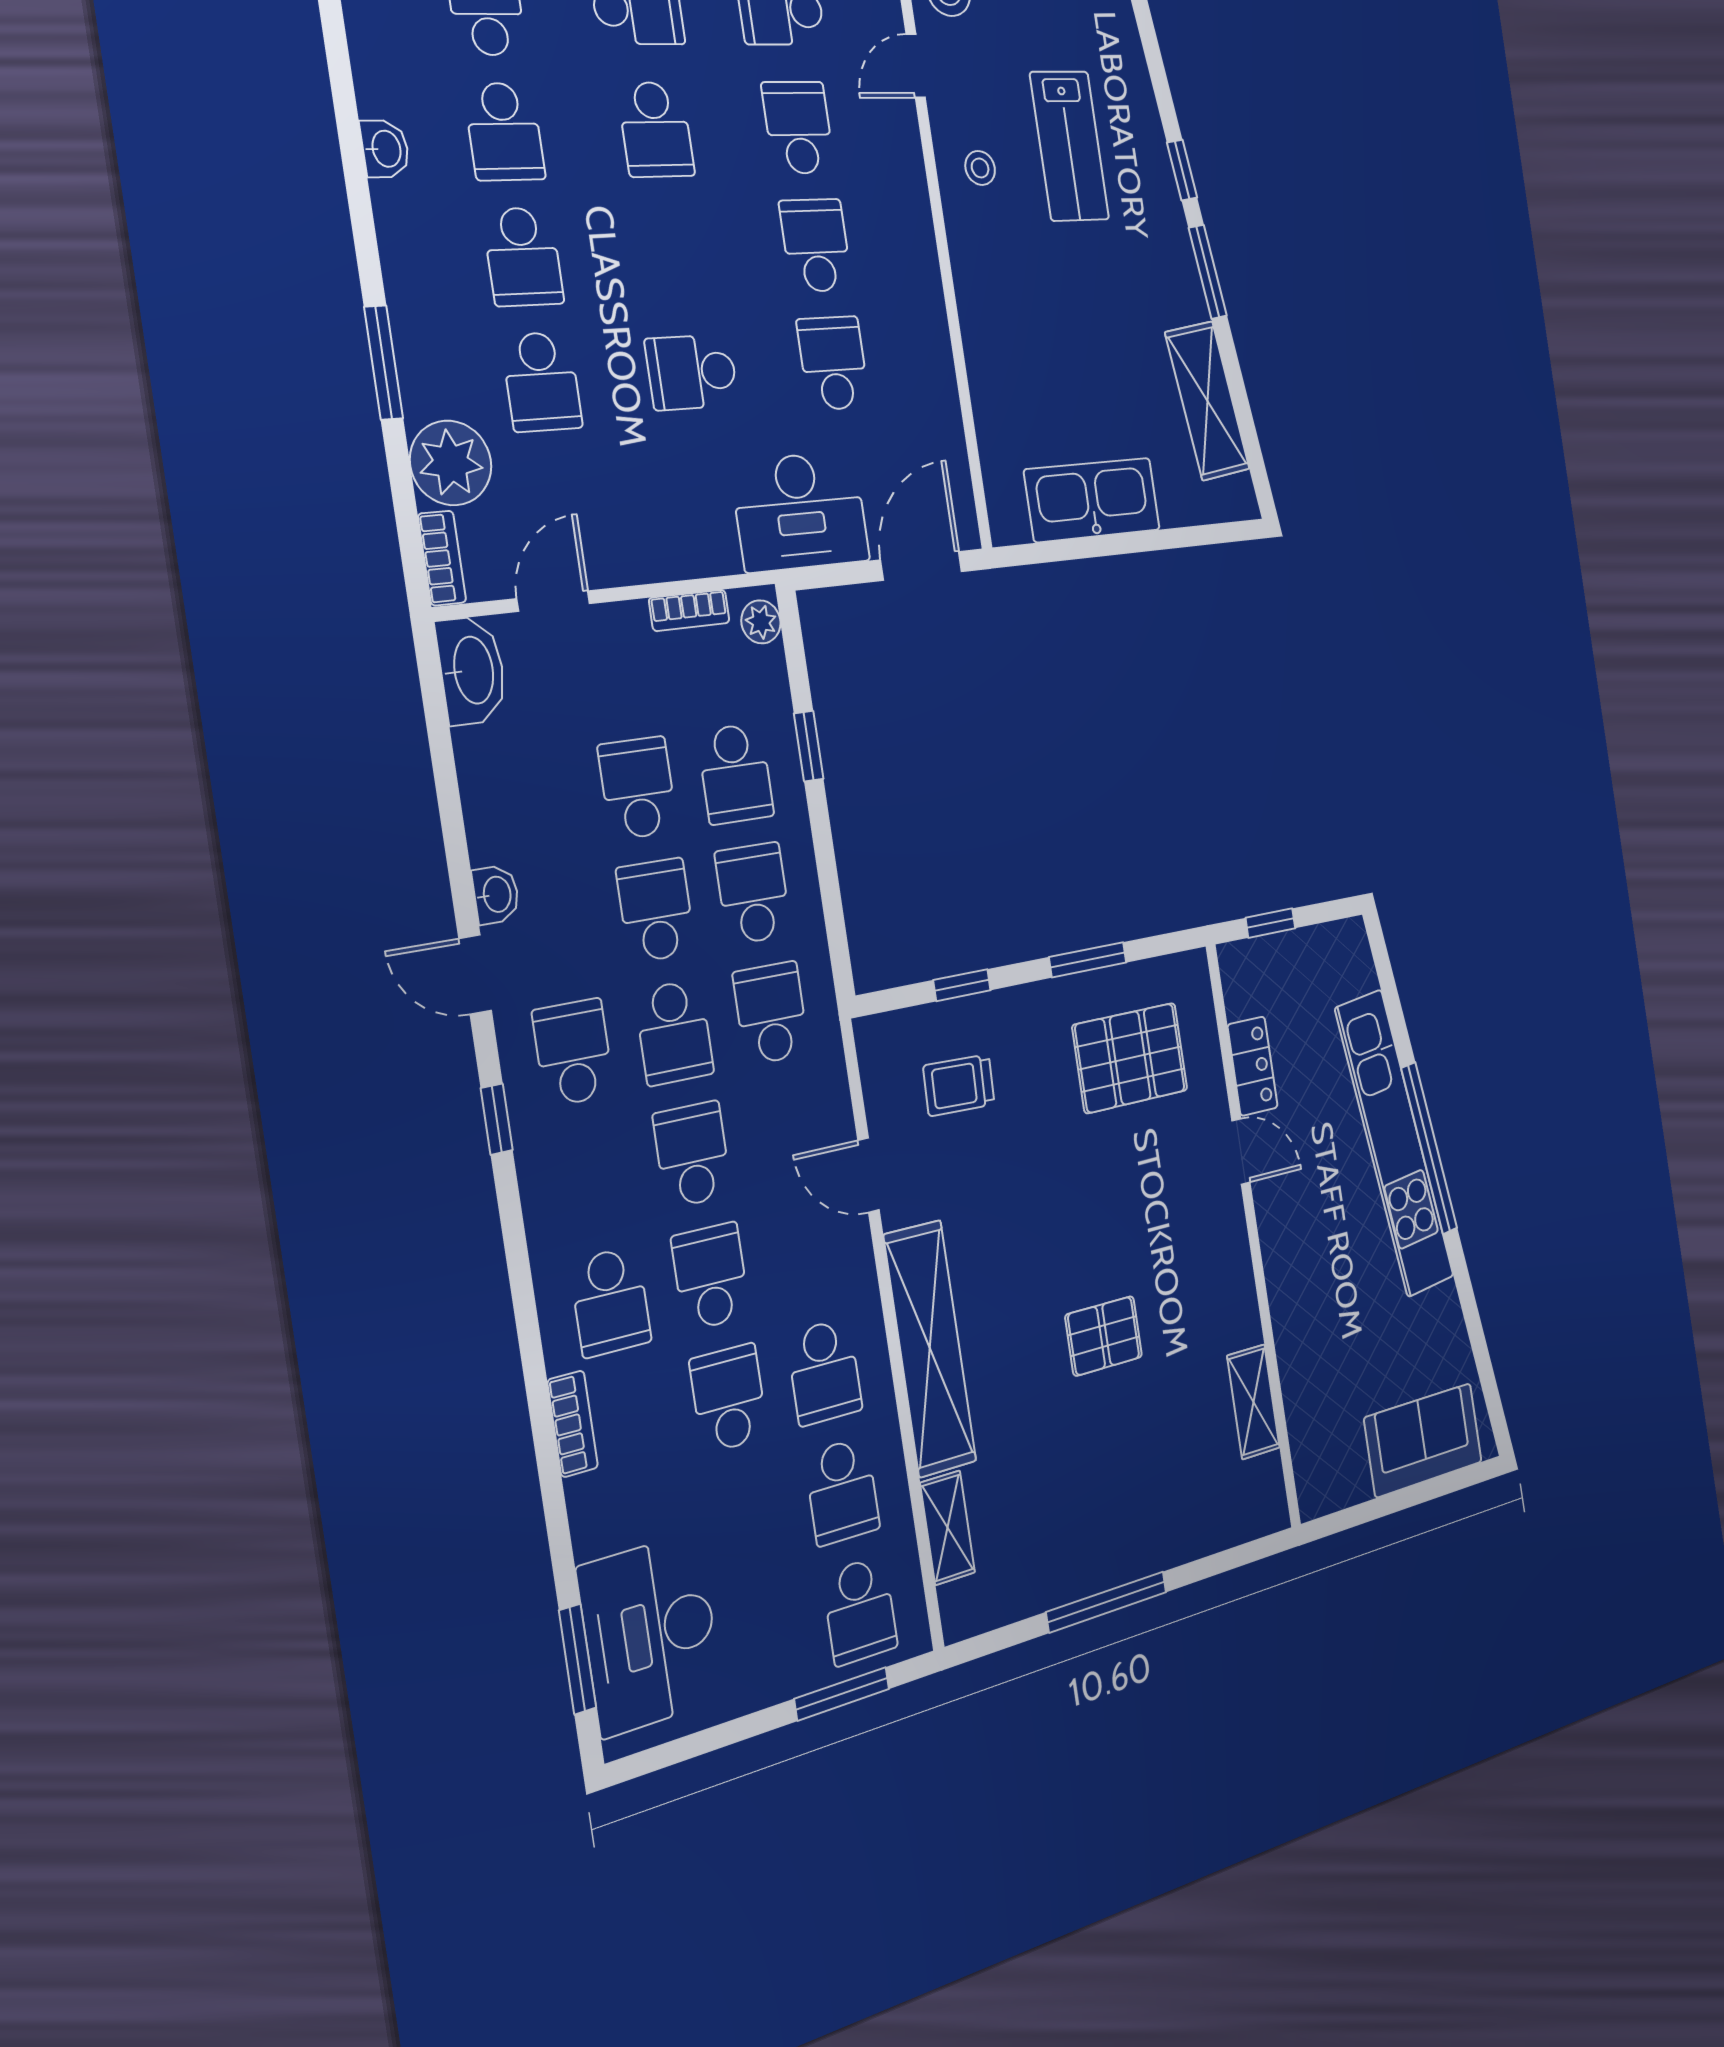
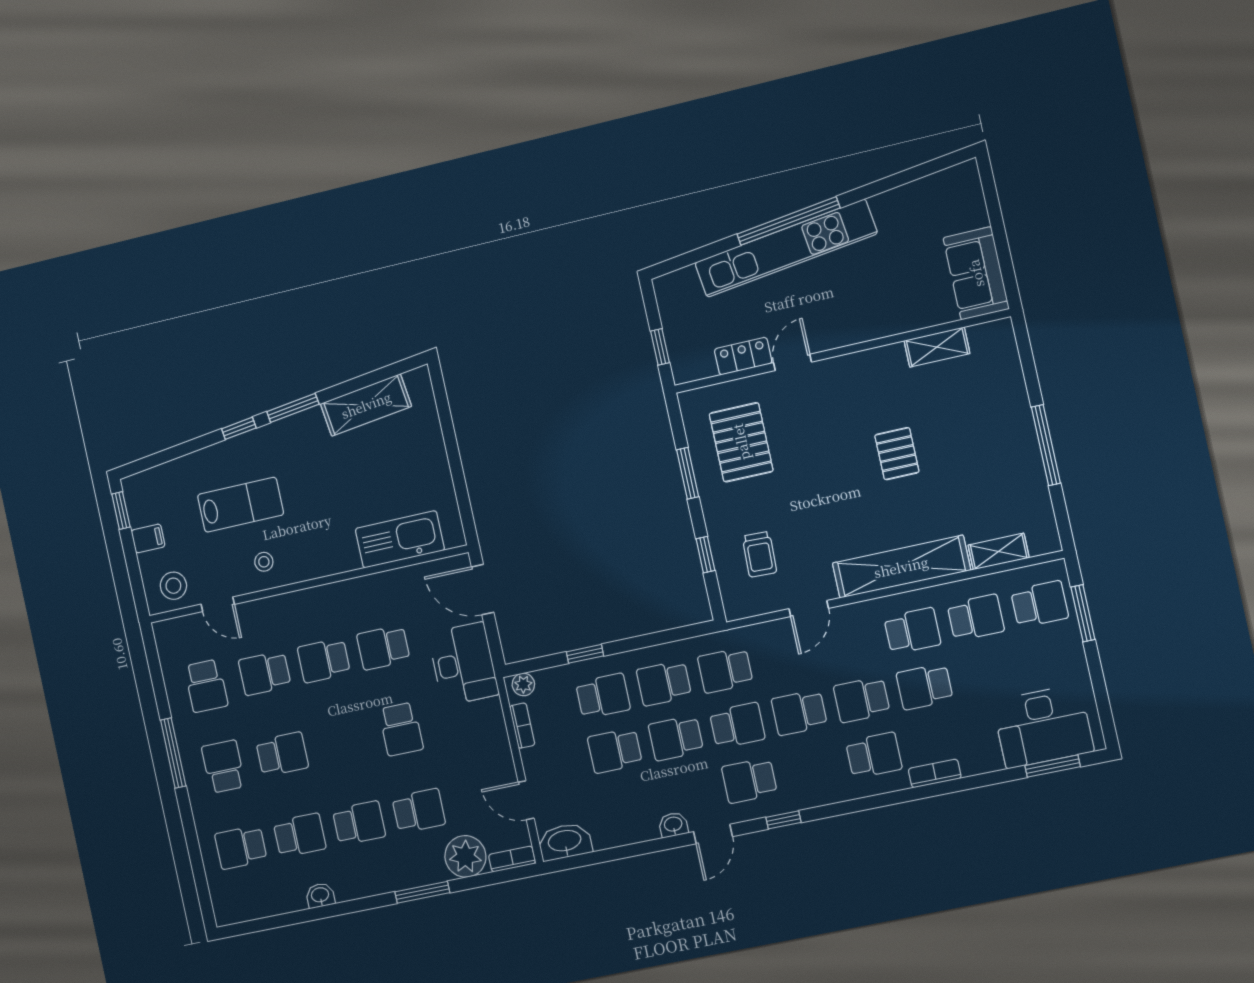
kitchen sink: (1092, 500) -> (400, 539), moved, turned 90
sofa: (1423, 1440) -> (976, 273), moved

